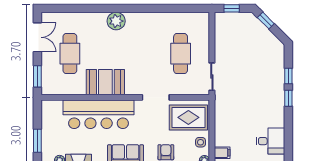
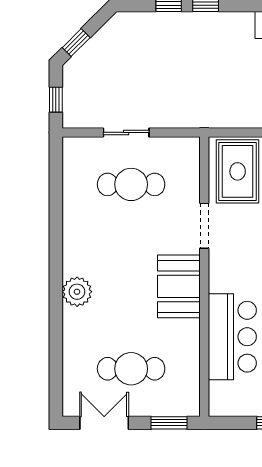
sliding door: (212, 77) -> (126, 132), moved
booth: (105, 82) -> (179, 286), moved
bar counter: (99, 114) -> (232, 337), width x0.73

